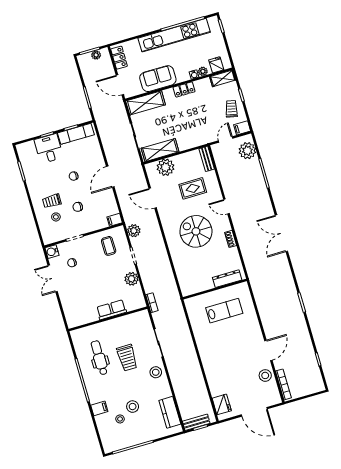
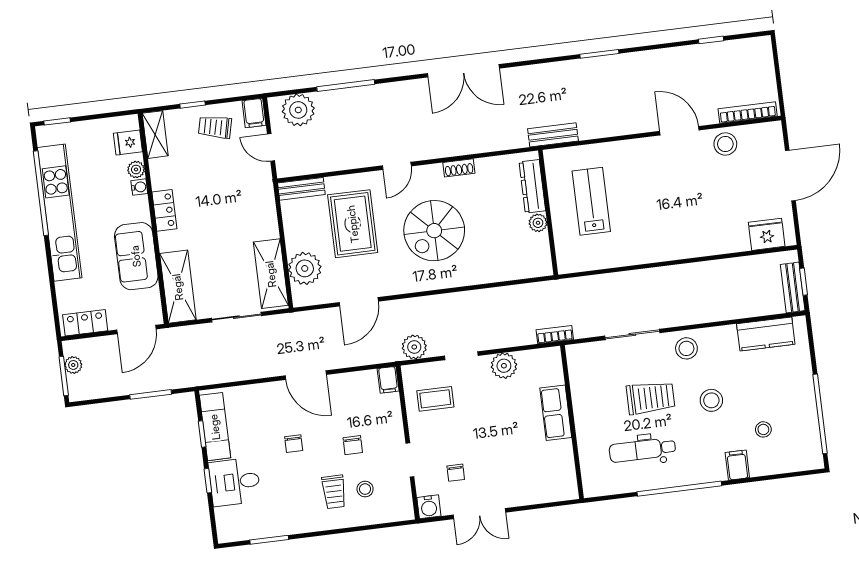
rug: (193, 188) -> (353, 224), width x1.36, depth x1.43
plant: (209, 285) -> (538, 223), added
bench: (256, 285) -> (553, 135), added
stool: (133, 407) -> (711, 400), moved

